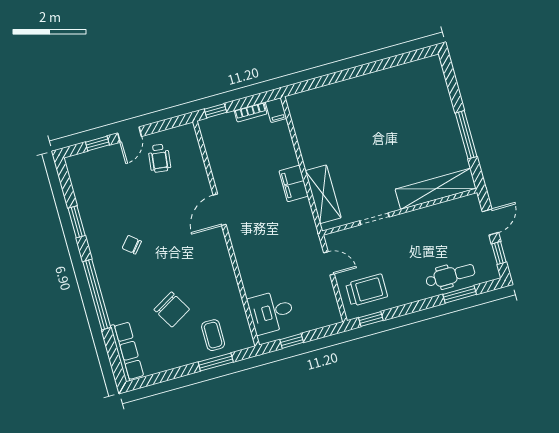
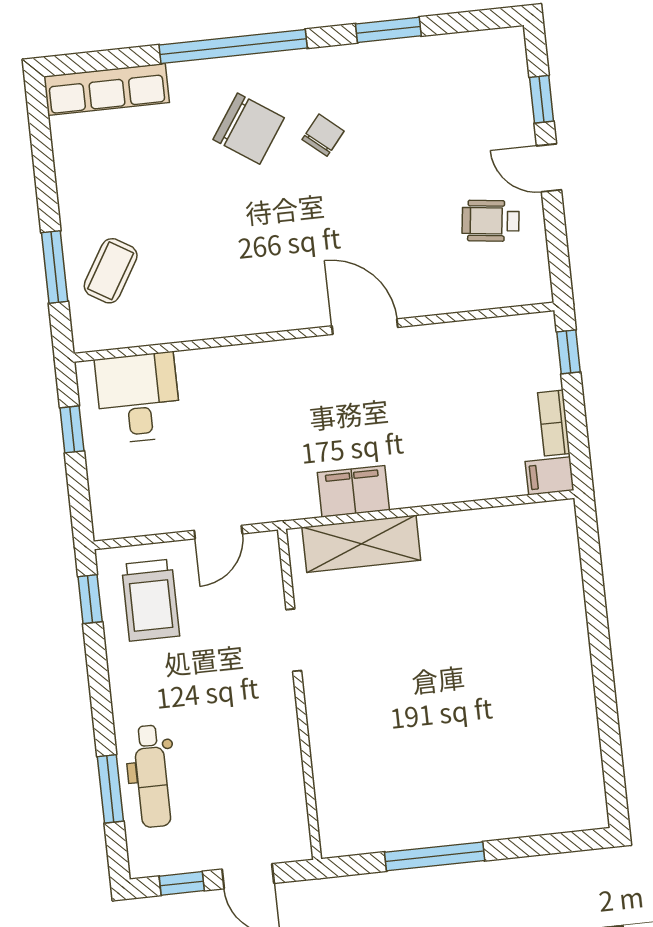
filing cabinet: (294, 184) -> (353, 491), moved
shelving: (436, 189) -> (334, 776), removed
chair: (172, 309) -> (249, 129), moved, turned -116
coffee table: (213, 335) -> (111, 271), turned -59

